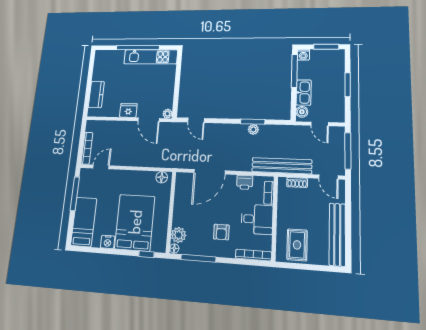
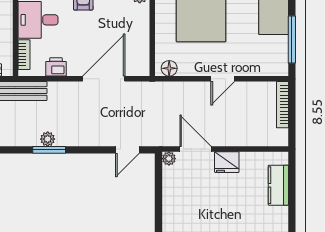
door: (196, 120) -> (127, 150), swing flipped
door: (101, 167) -> (223, 79), moved

